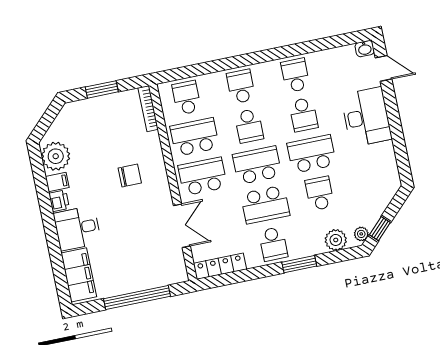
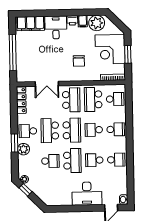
corner desk: (99, 123) -> (110, 49), added
school desk: (195, 137) -> (93, 99), turned 180
plant: (336, 240) -> (24, 149), moved

